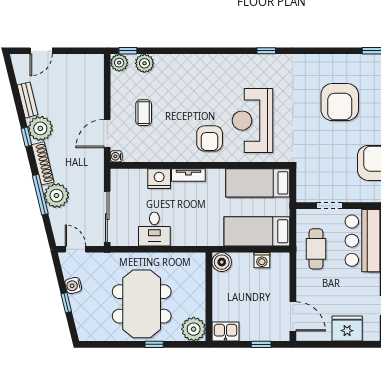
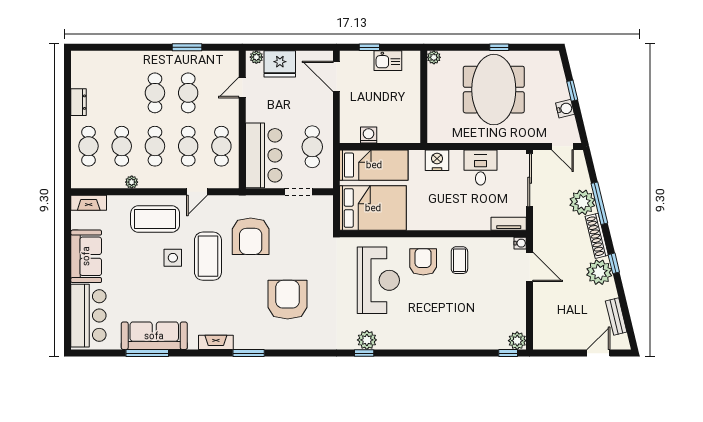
plant: (144, 63) -> (367, 340), moved
bench: (27, 100) -> (616, 316), moved
coffee table: (144, 113) -> (459, 260), moved
door: (107, 133) -> (530, 267), hinge flipped
tv unit: (188, 175) -> (509, 224), moved
nightstand: (159, 179) -> (437, 160), moved, turned 180
bed: (258, 183) -> (373, 208), width x1.50
boiler: (222, 262) -> (410, 133), removed
plant: (194, 329) -> (434, 57), width x0.53, depth x0.53
kitchen sink: (225, 332) -> (388, 61), moved
plant: (370, 335) -> (256, 57), added
window: (154, 344) -> (499, 47), moved

